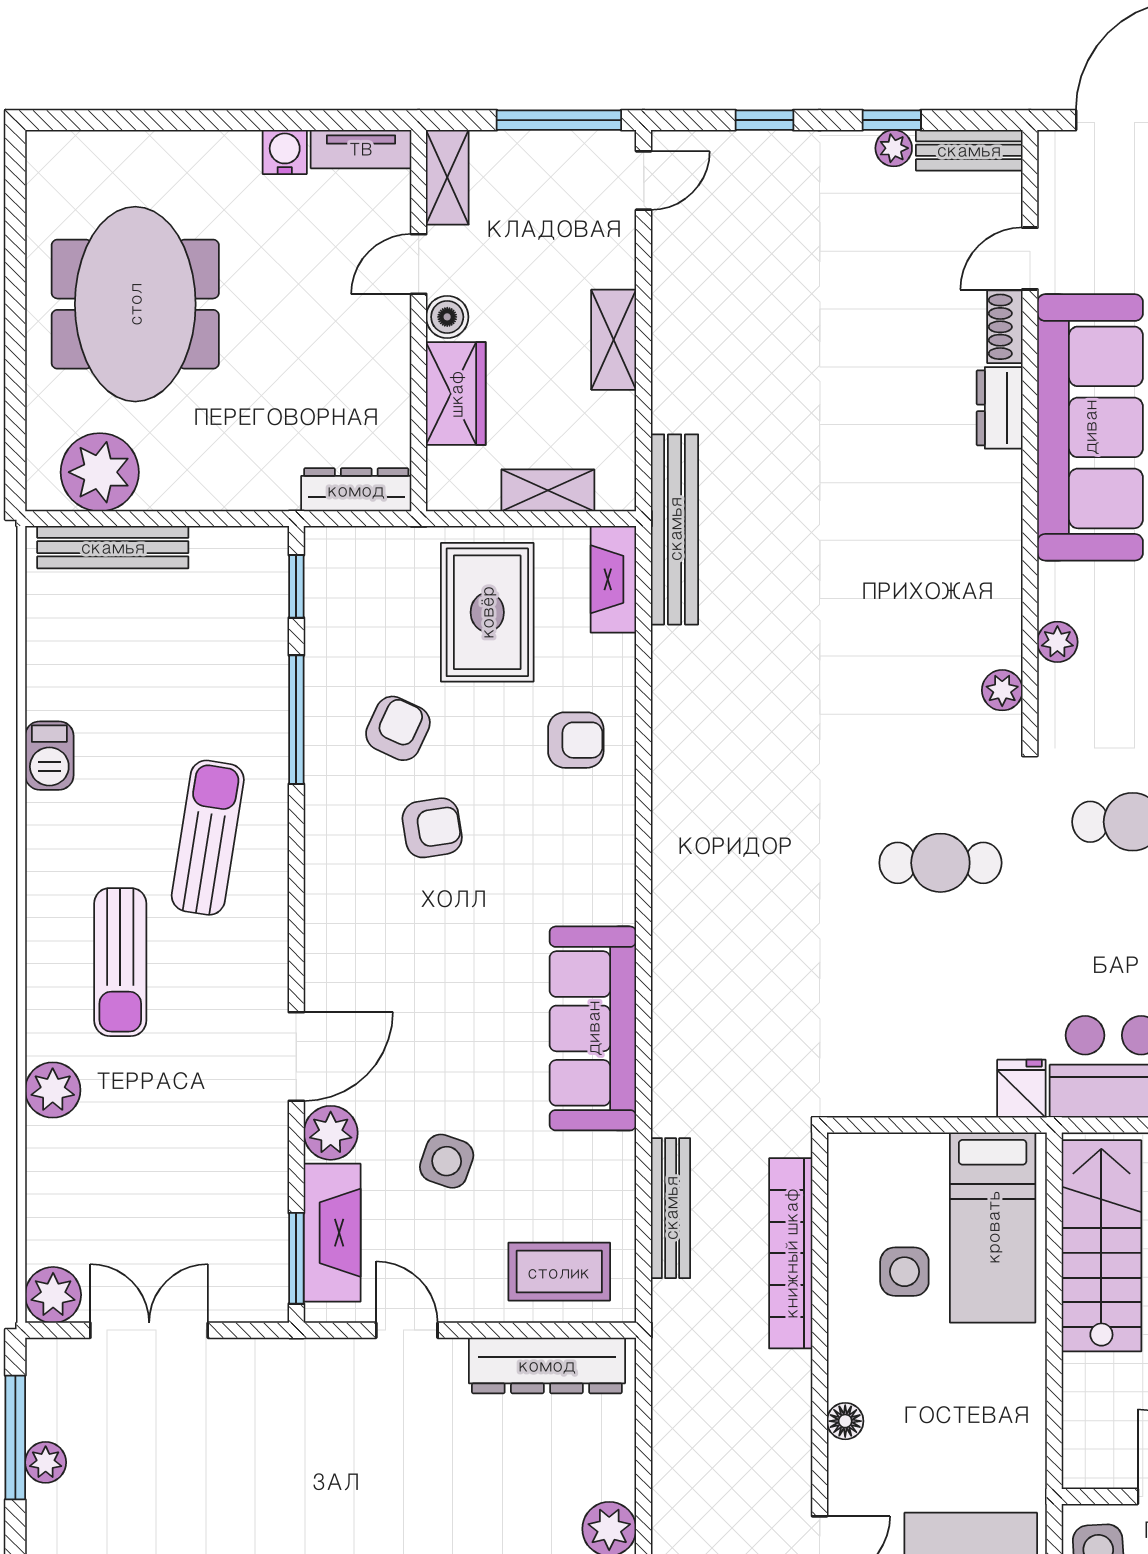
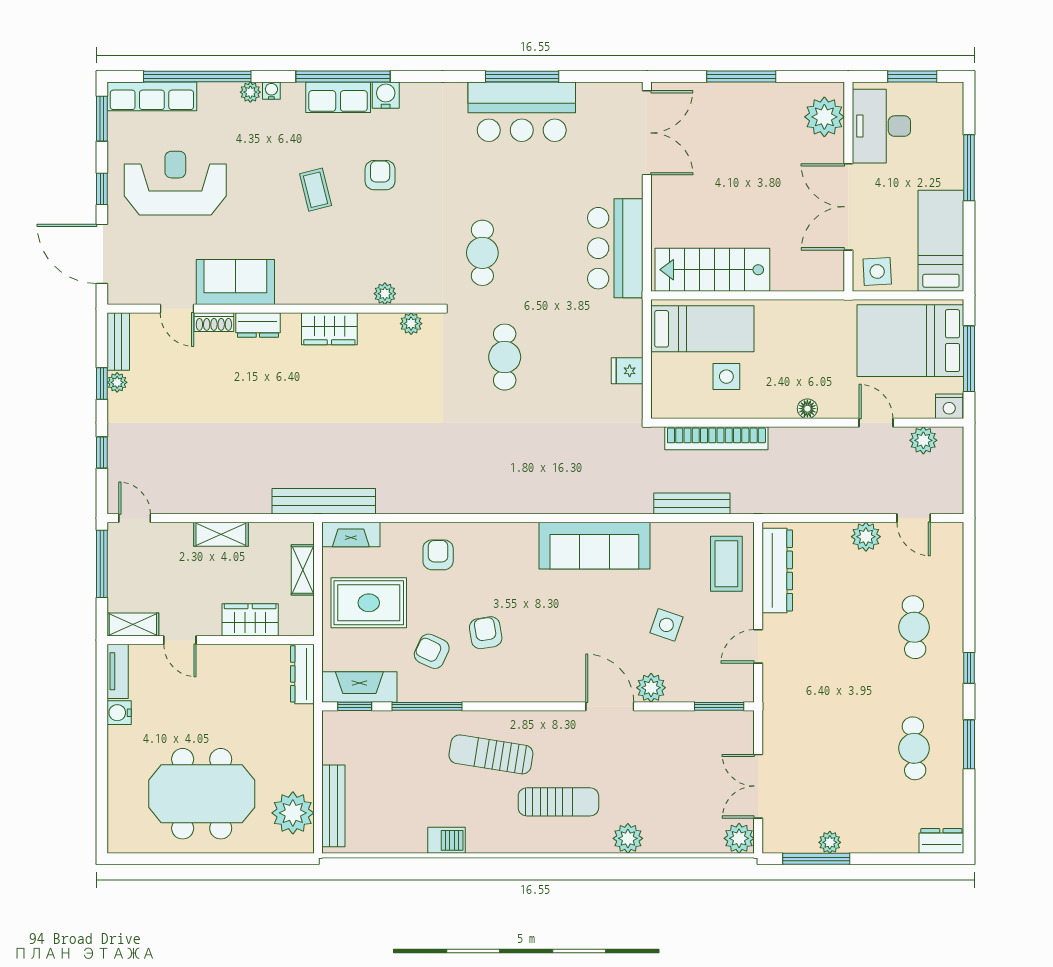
boiler: (447, 317) -> (209, 625), removed
sofa: (1090, 427) -> (235, 282), width x0.54, depth x0.79
wardrobe: (993, 540) -> (329, 329), added
fridge: (1021, 1089) -> (627, 371), moved
fireplace: (332, 1233) -> (359, 687), moved

